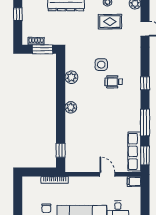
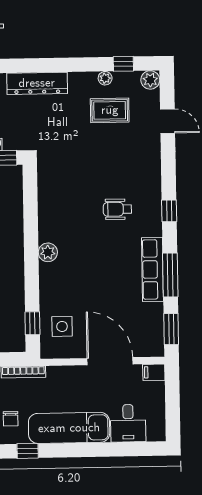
side table: (101, 65) -> (62, 326), moved
plant: (71, 77) -> (48, 203), removed
row of seats: (134, 151) -> (153, 269), moved
door: (107, 174) -> (110, 361), width x1.88

